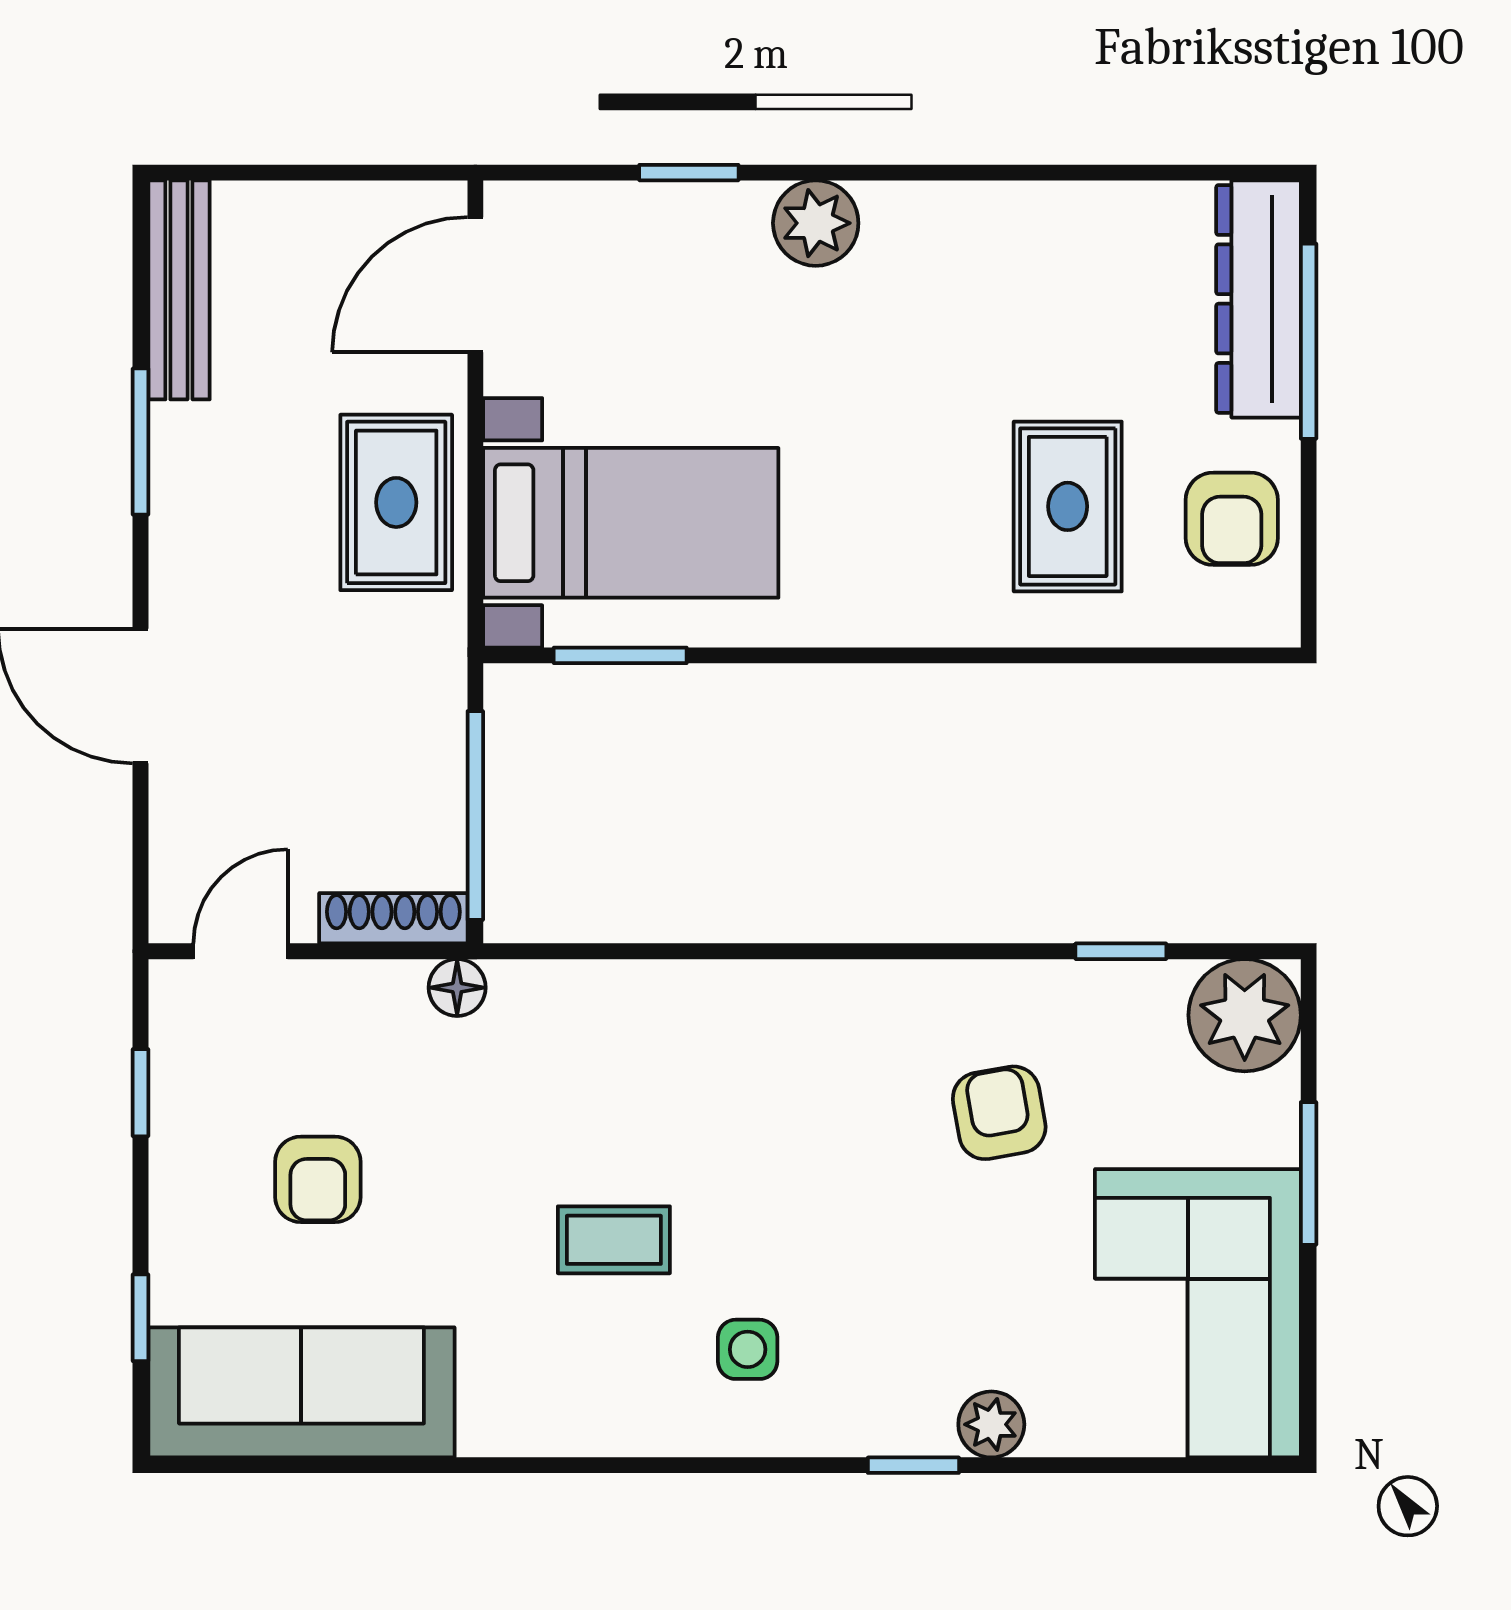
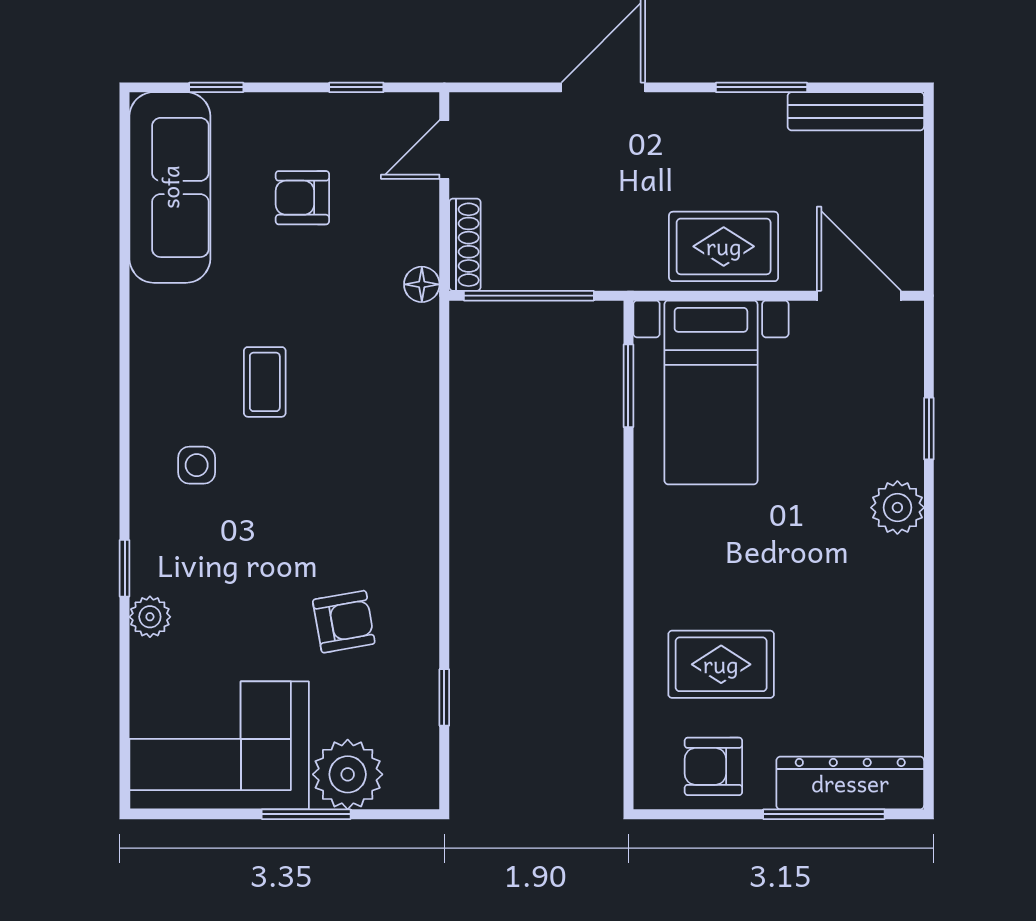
door: (241, 951) -> (444, 150), swing flipped
plant: (1245, 1015) -> (348, 774), moved

